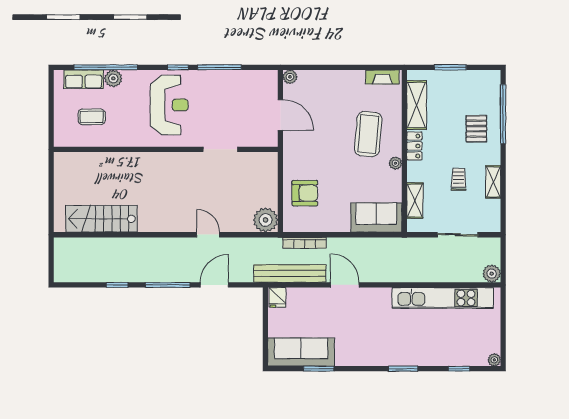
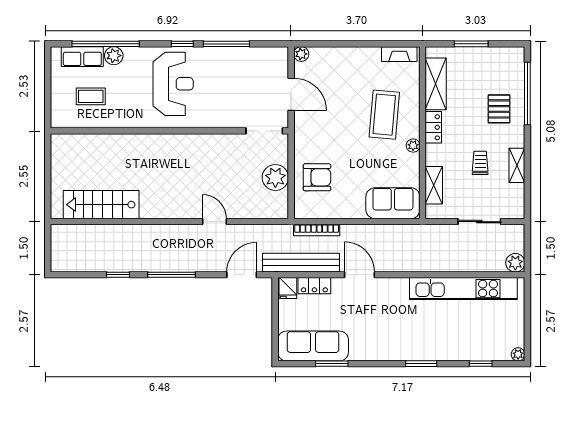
doorway: (220, 149) -> (264, 131), moved
plant: (266, 220) -> (275, 177), moved
door: (214, 285) -> (242, 275), moved
locker: (302, 295) -> (314, 286), added

